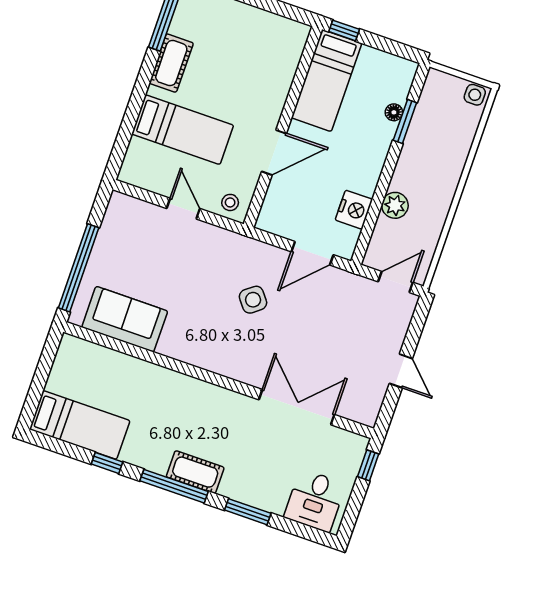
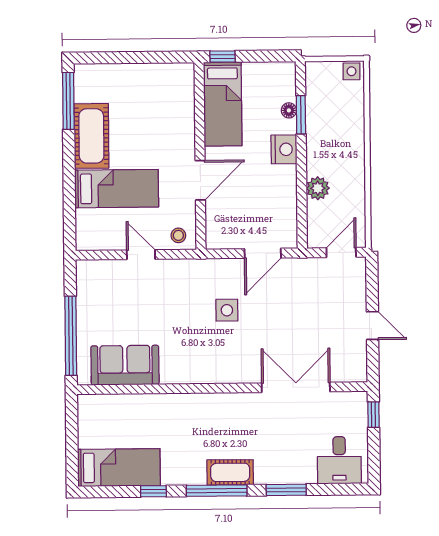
cot: (171, 63) -> (91, 136), width x1.37, depth x1.34
nightstand: (354, 210) -> (284, 149), moved
side table: (253, 300) -> (227, 310), turned 38

